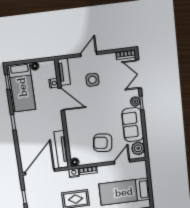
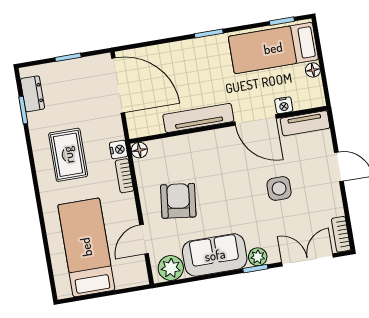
side table: (92, 80) -> (279, 188), moved
door: (61, 99) -> (255, 120), hinge flipped
tv unit: (61, 149) -> (198, 118), moved
door: (122, 162) -> (144, 239), swing flipped

